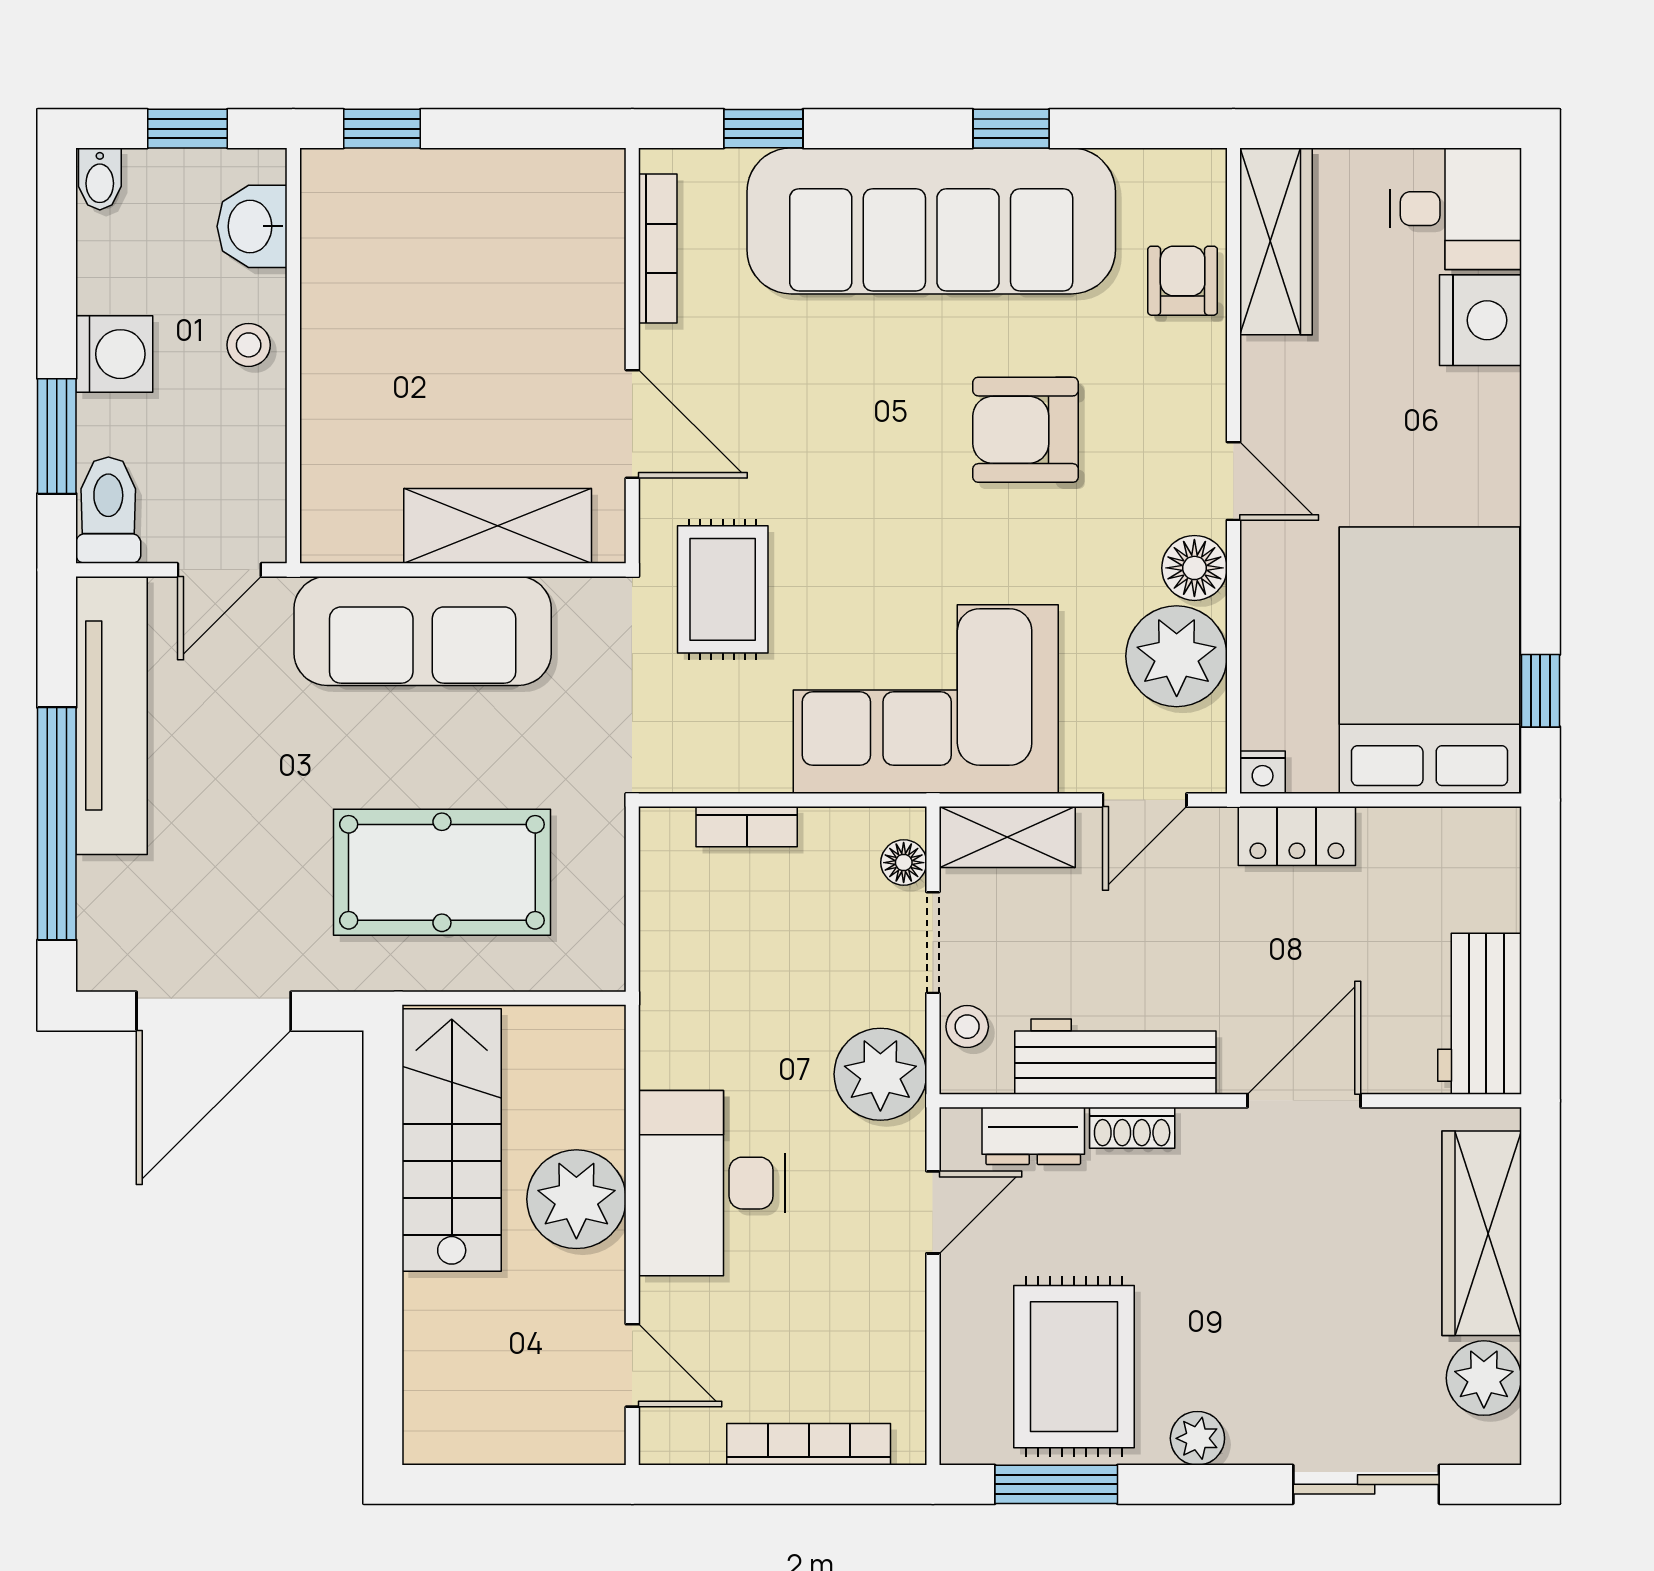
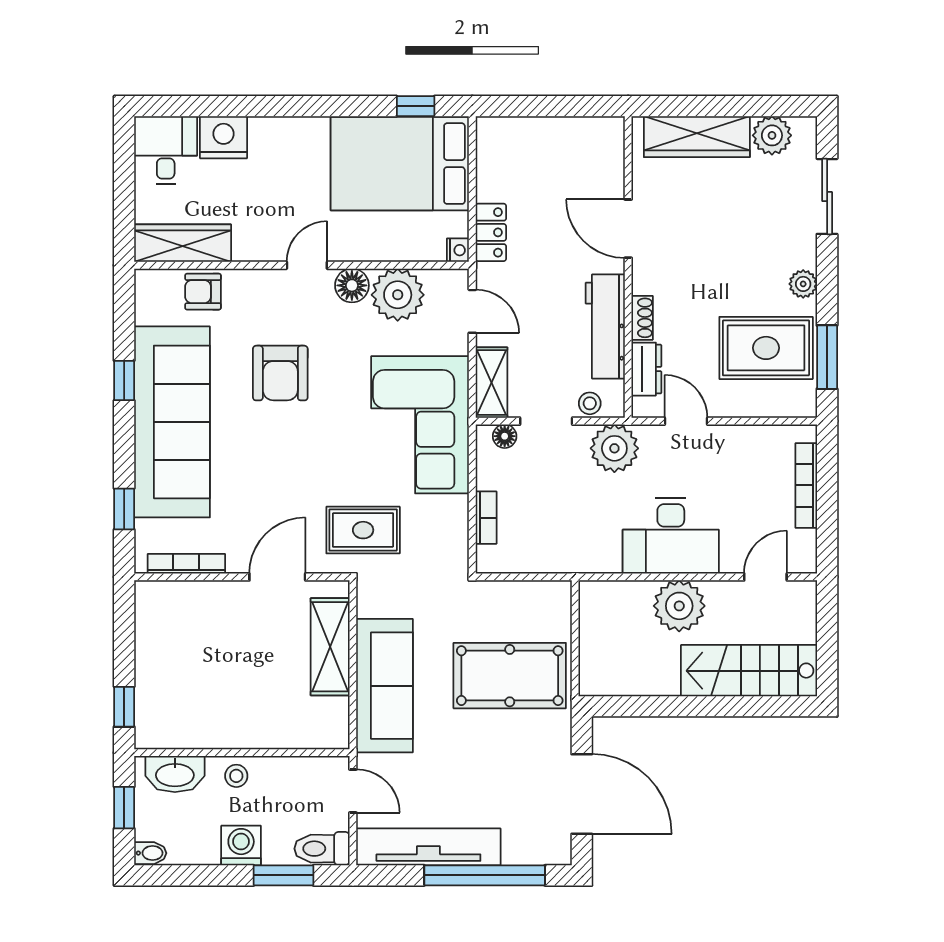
washbasin: (252, 226) -> (175, 774), width x1.38
pool table: (442, 872) -> (510, 676), turned 90
workbench: (1480, 1014) -> (583, 138), removed
stairs: (452, 1140) -> (749, 671), moved

